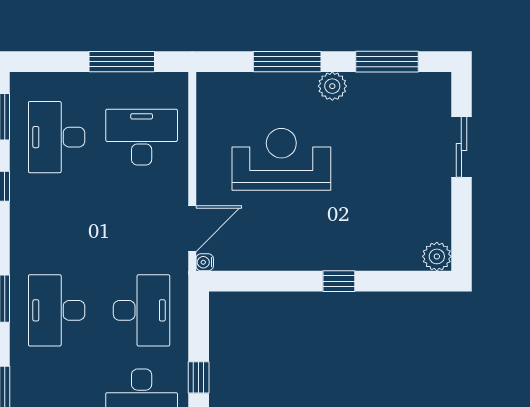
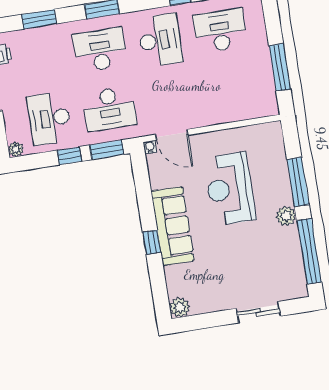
window: (387, 62) -> (309, 251), width x1.46
desk: (142, 137) -> (160, 40), moved
reception desk: (281, 159) -> (230, 189), turned 180
sofa: (321, 248) -> (173, 226), added
window: (199, 323) -> (107, 150), added

